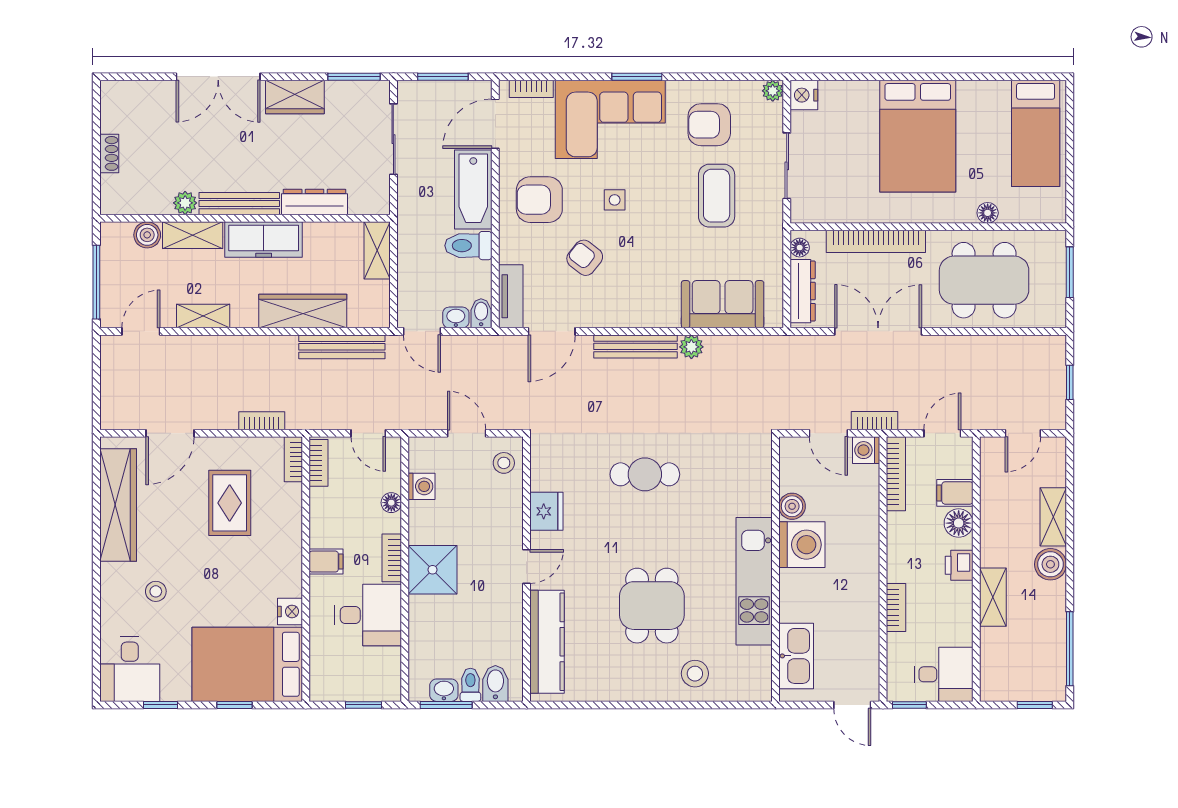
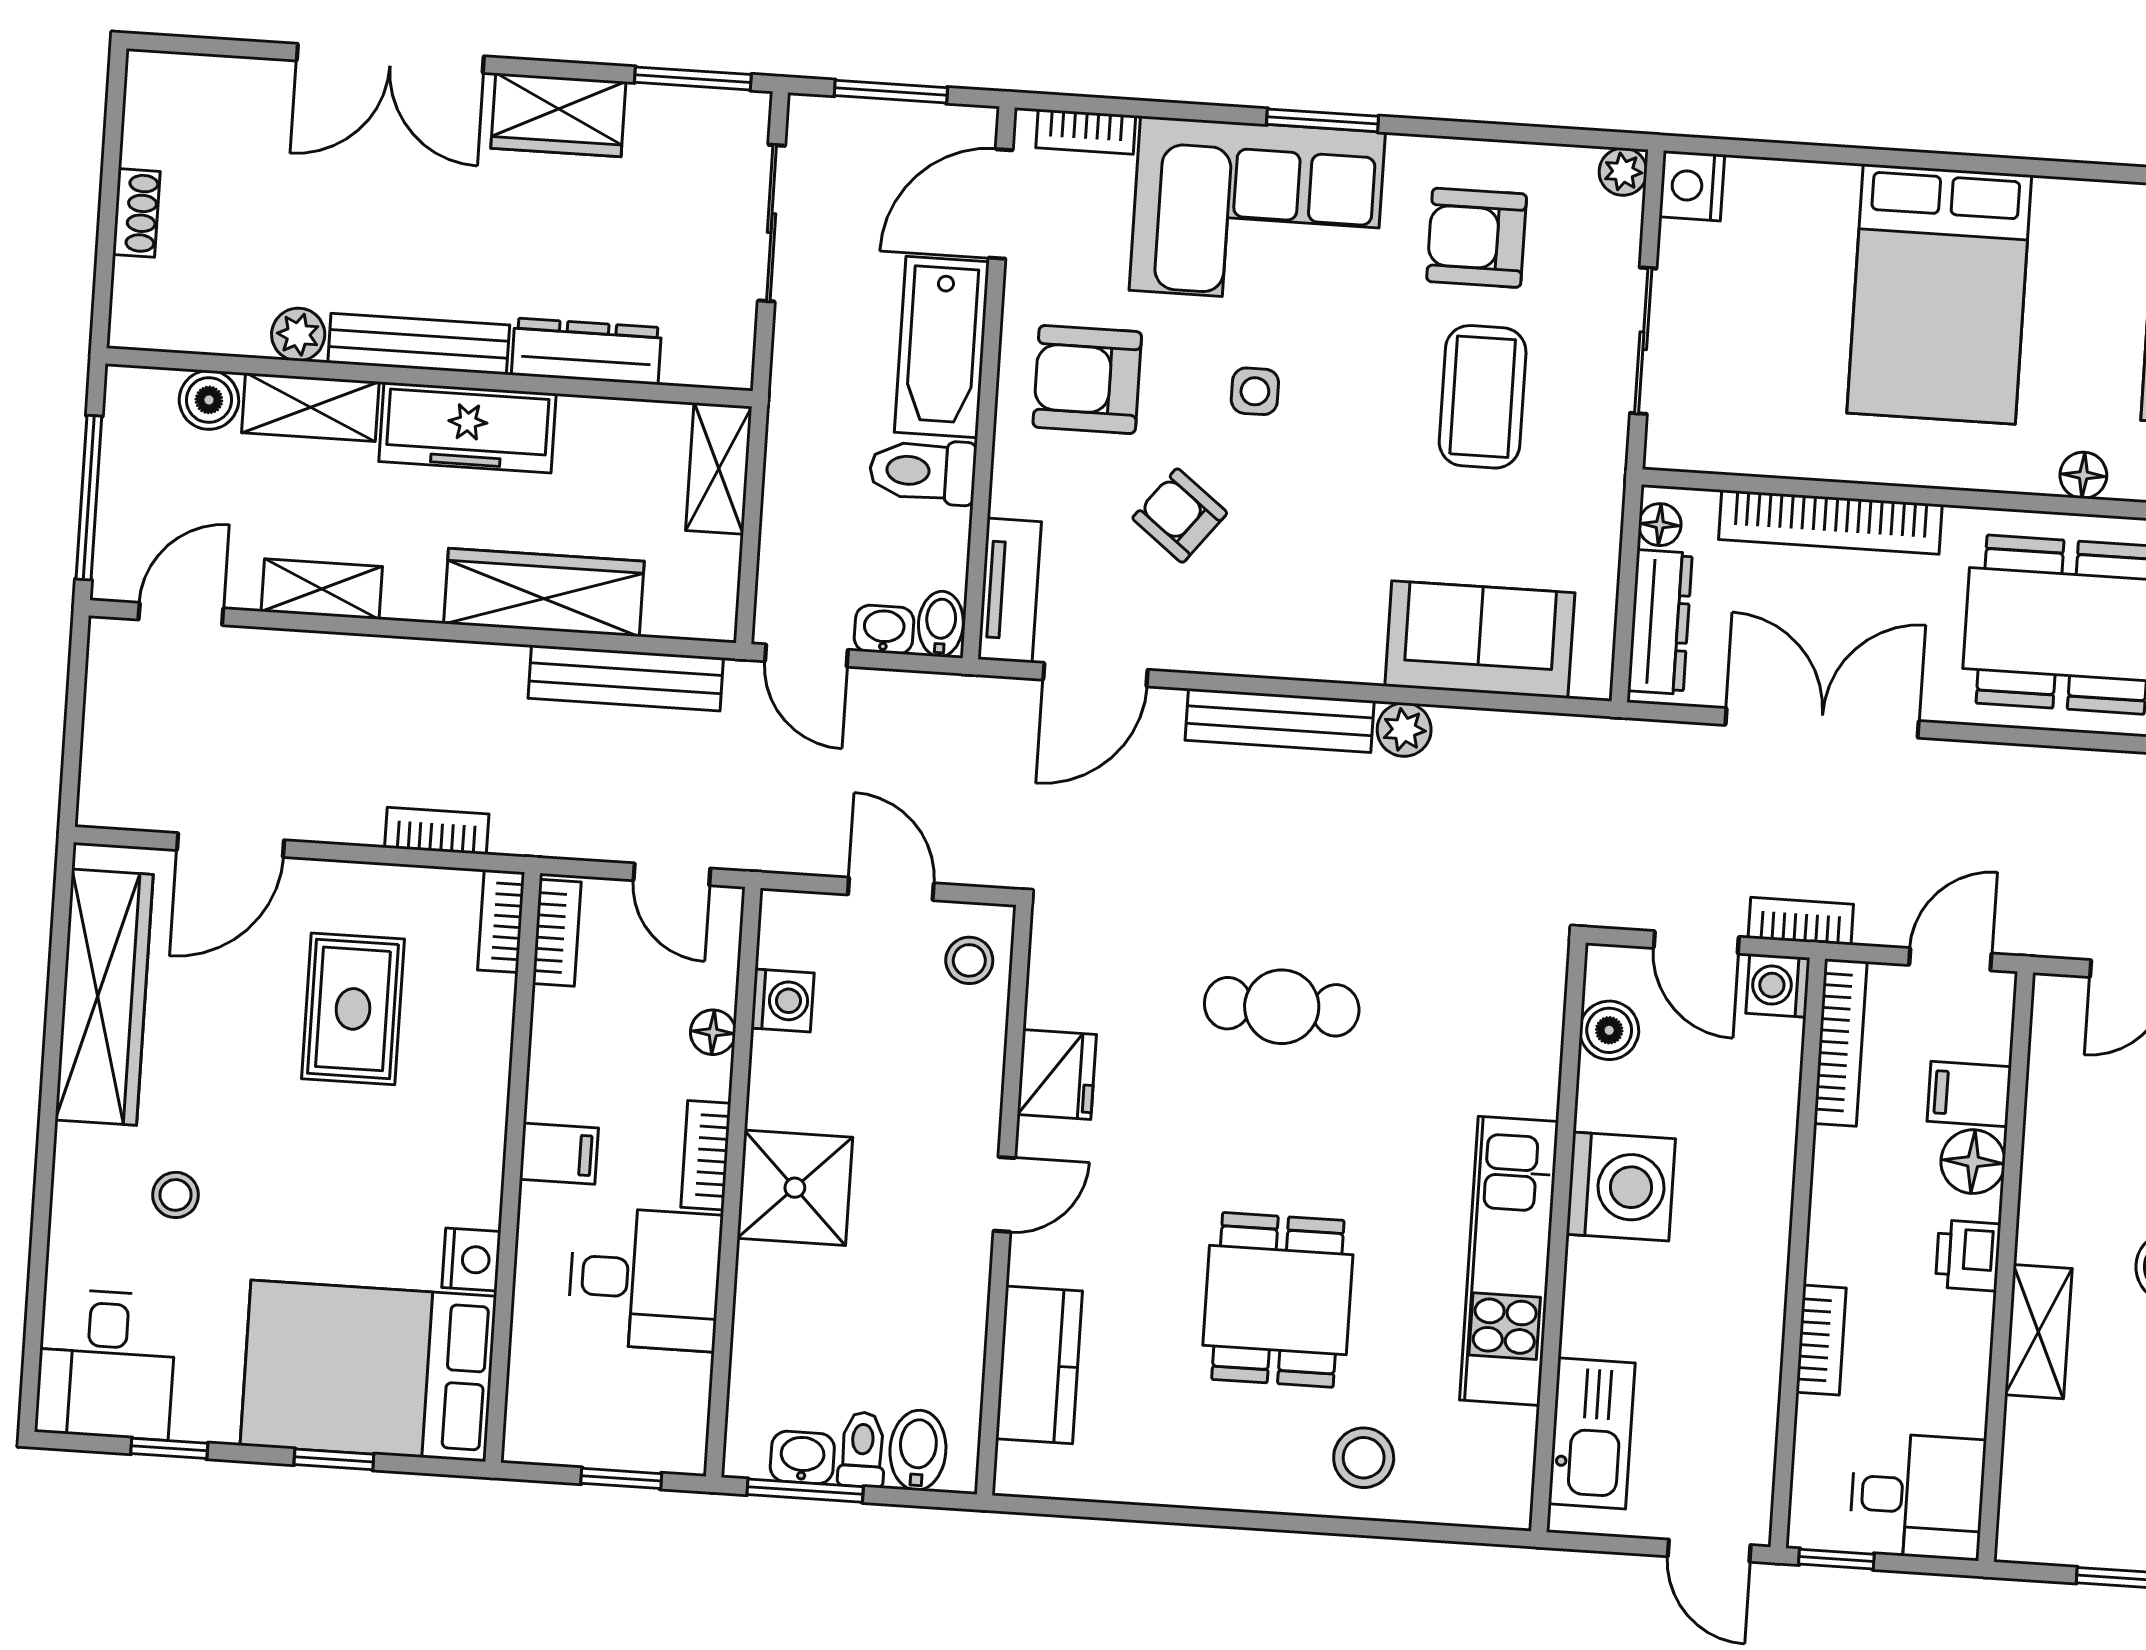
boiler: (792, 506) -> (1609, 1030), moved
kitchen counter: (547, 642) -> (1039, 1365), width x0.67

